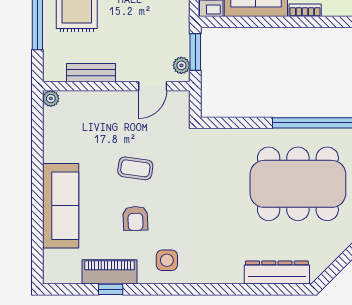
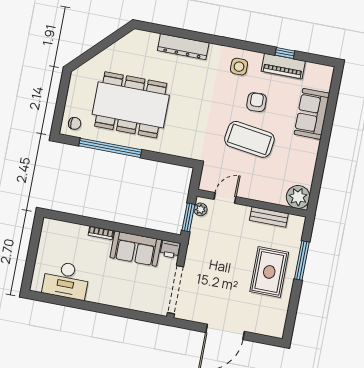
plant: (51, 99) -> (298, 197), width x1.87, depth x1.87
coffee table: (135, 168) -> (249, 139), width x1.86, depth x1.72
sofa: (61, 206) -> (312, 114), width x0.73
dresser: (277, 272) -> (183, 47), moved

